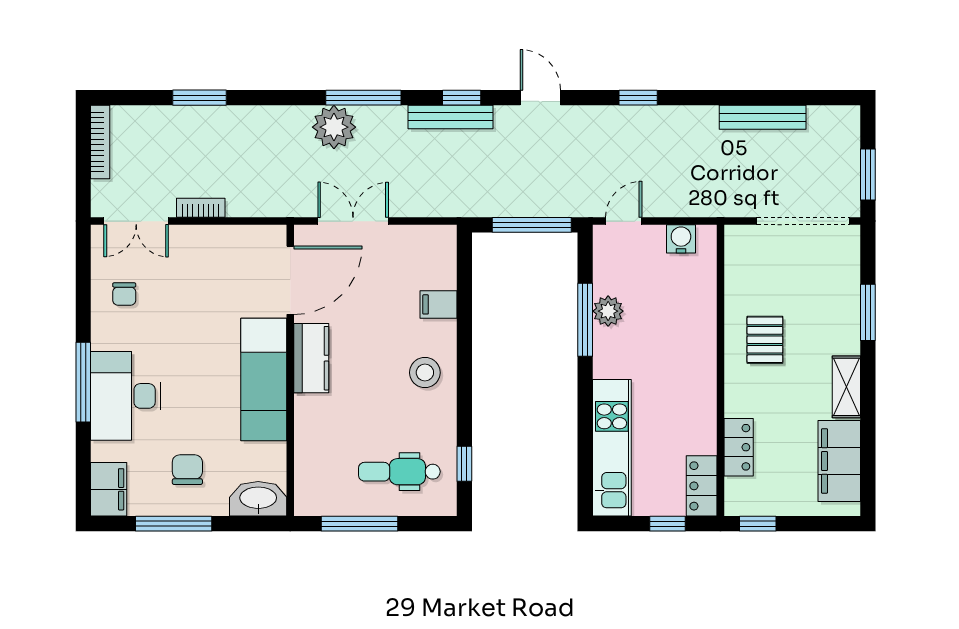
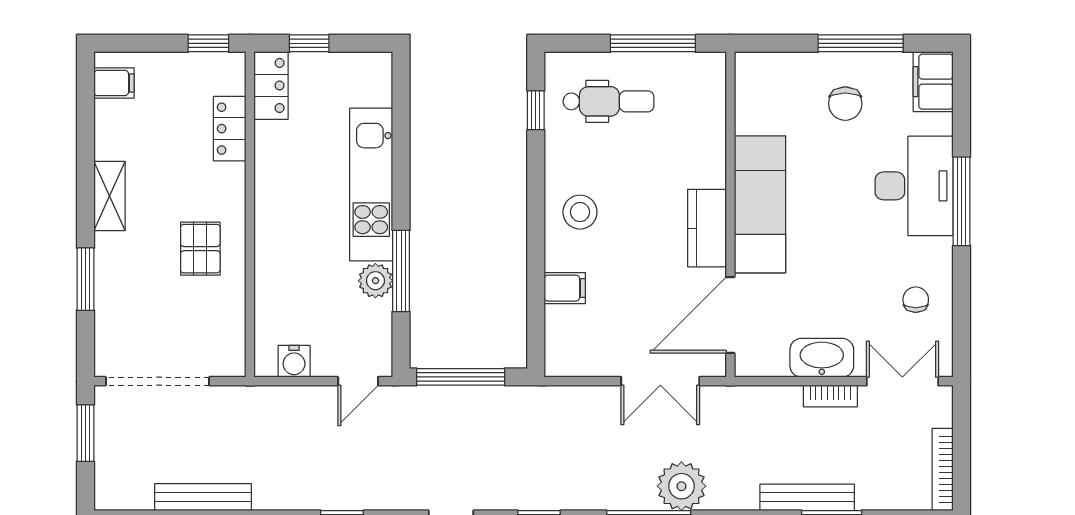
bench: (450, 117) -> (807, 497), moved
kitchen unit: (612, 448) -> (371, 184), moved
filing cabinet: (839, 461) -> (114, 83), width x0.33, depth x0.86
washbasin: (258, 499) -> (822, 358), moved, turned 180

